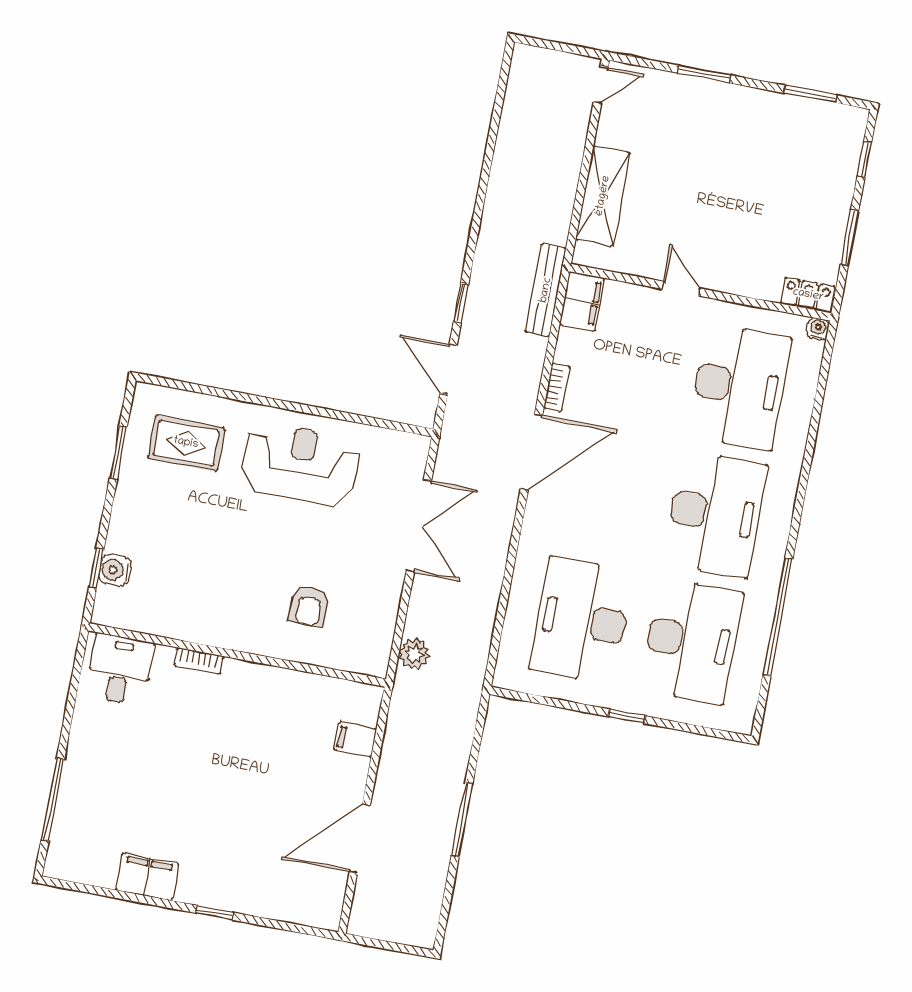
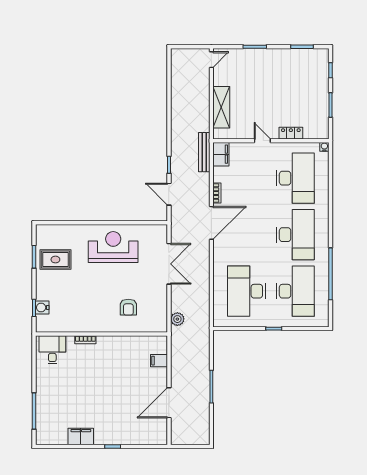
locker: (808, 295) -> (291, 133), moved
rug: (186, 443) -> (55, 260), moved

